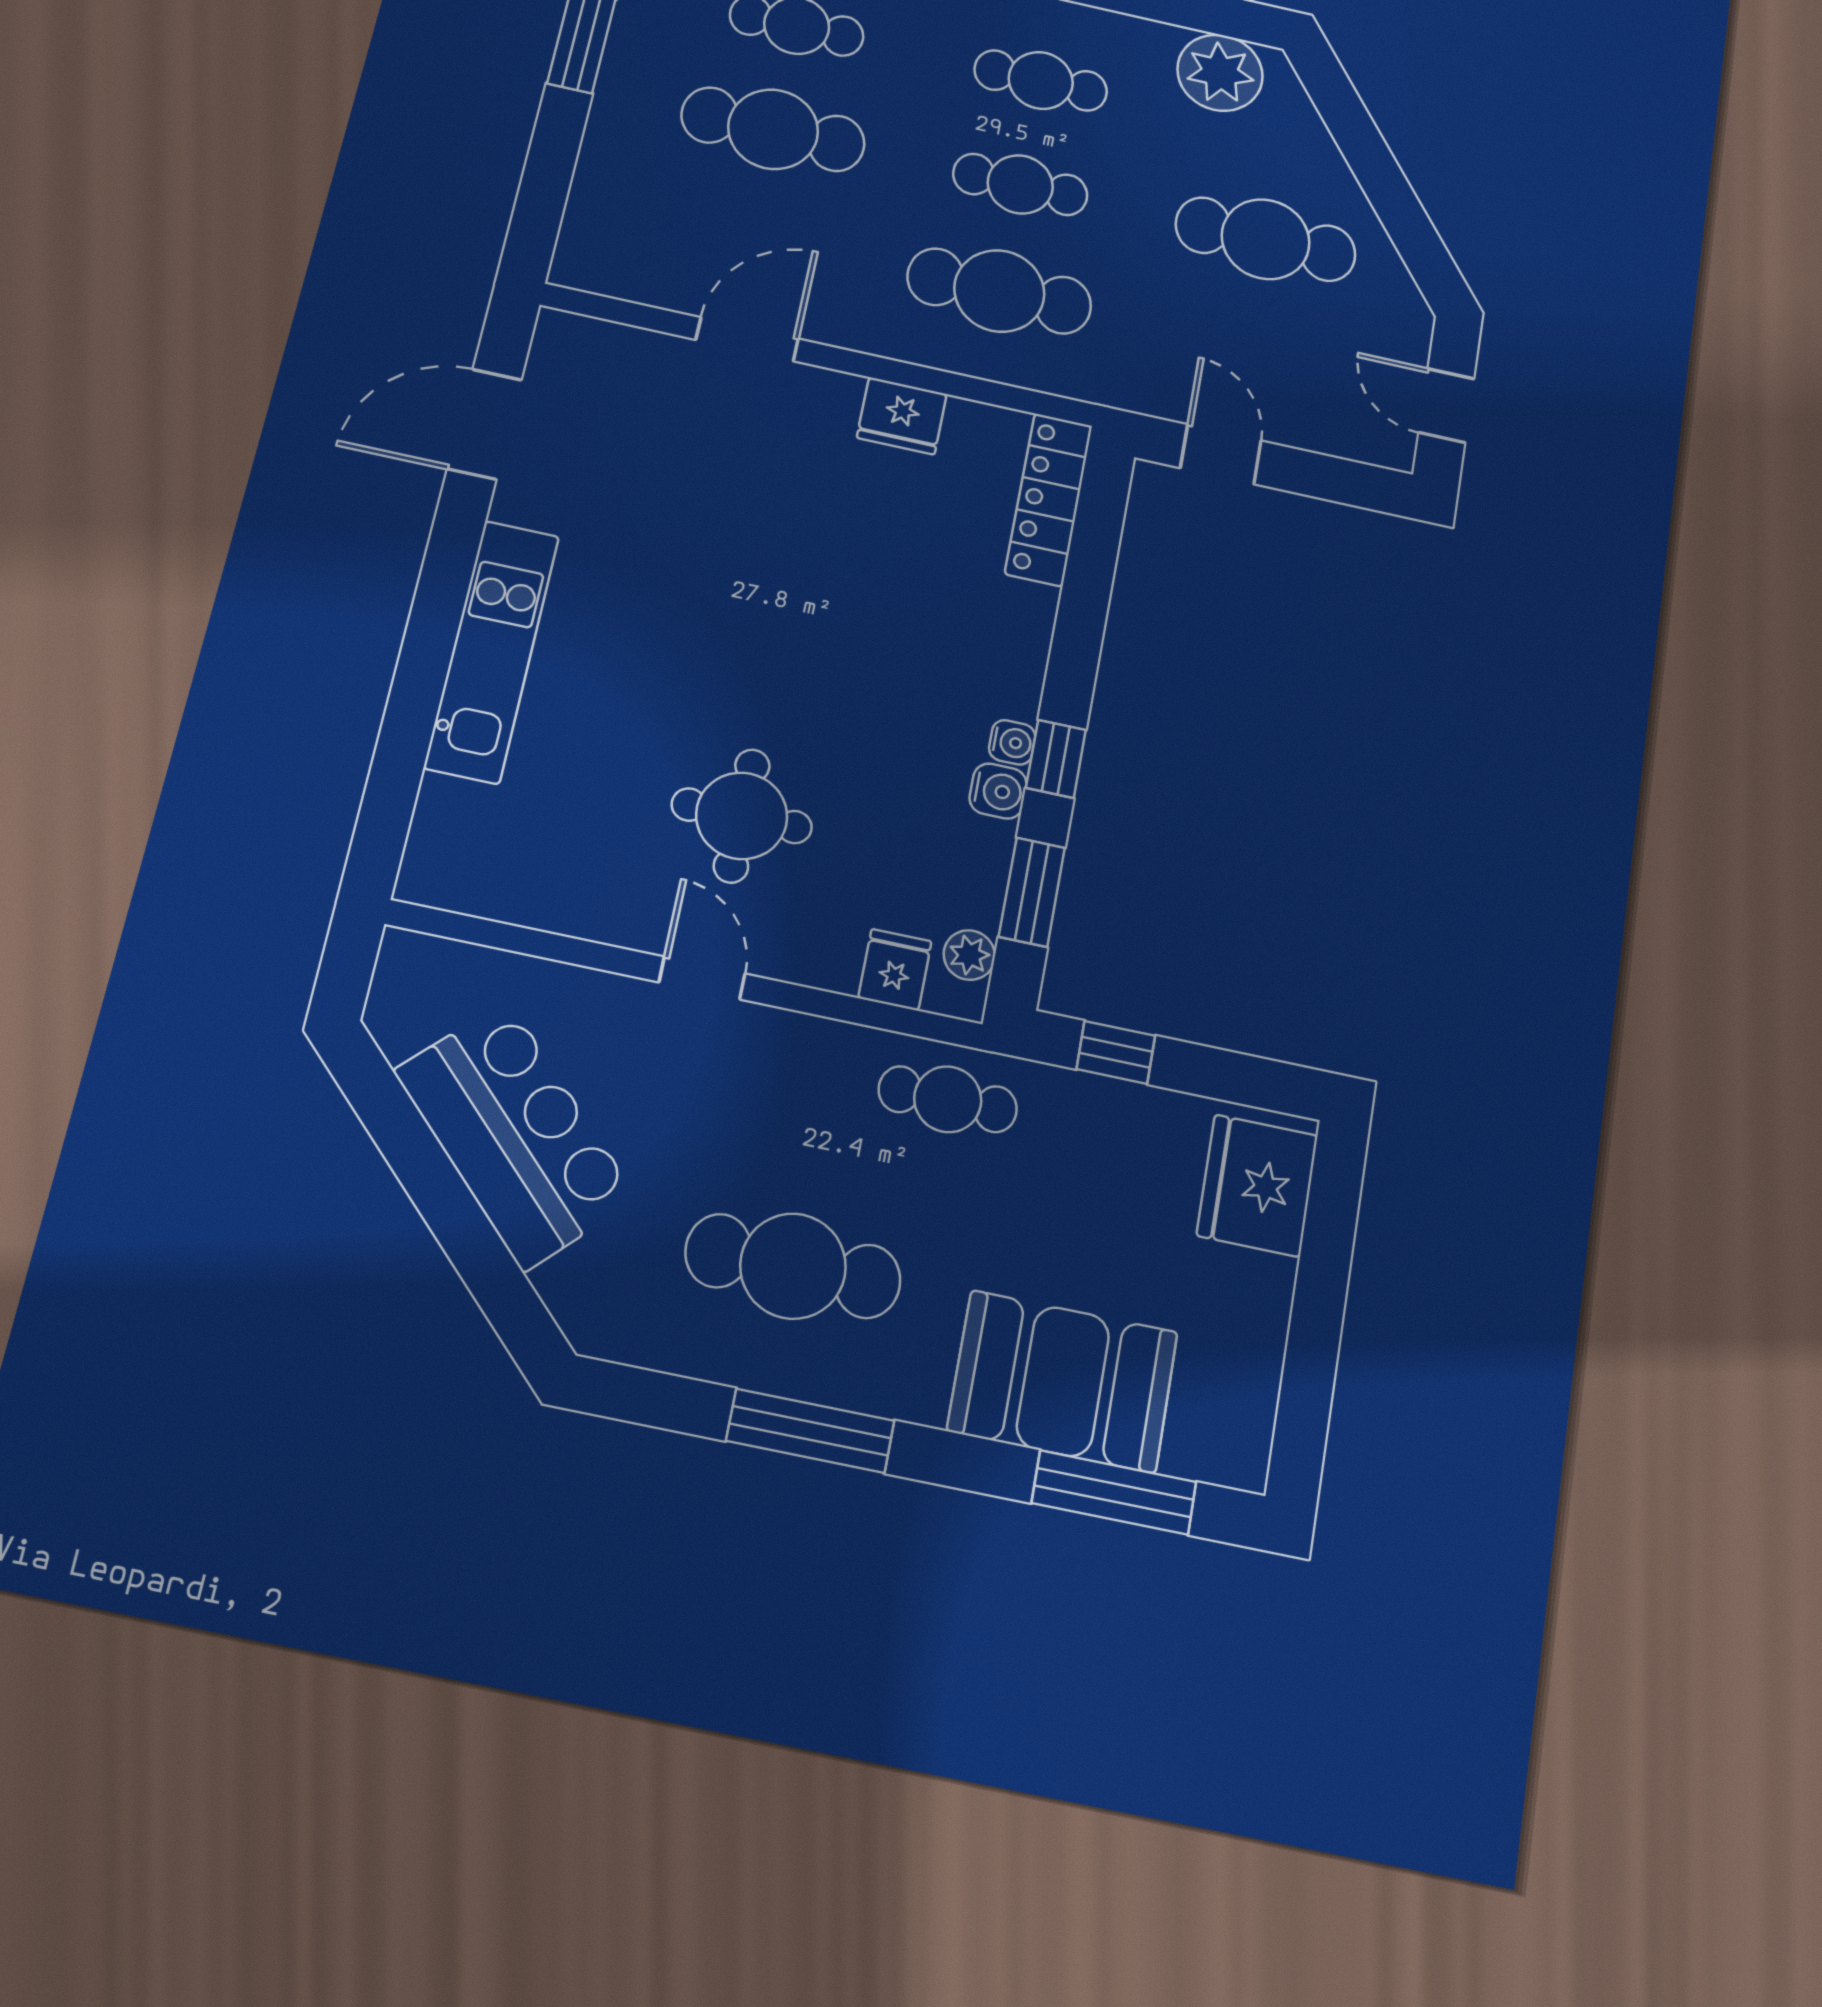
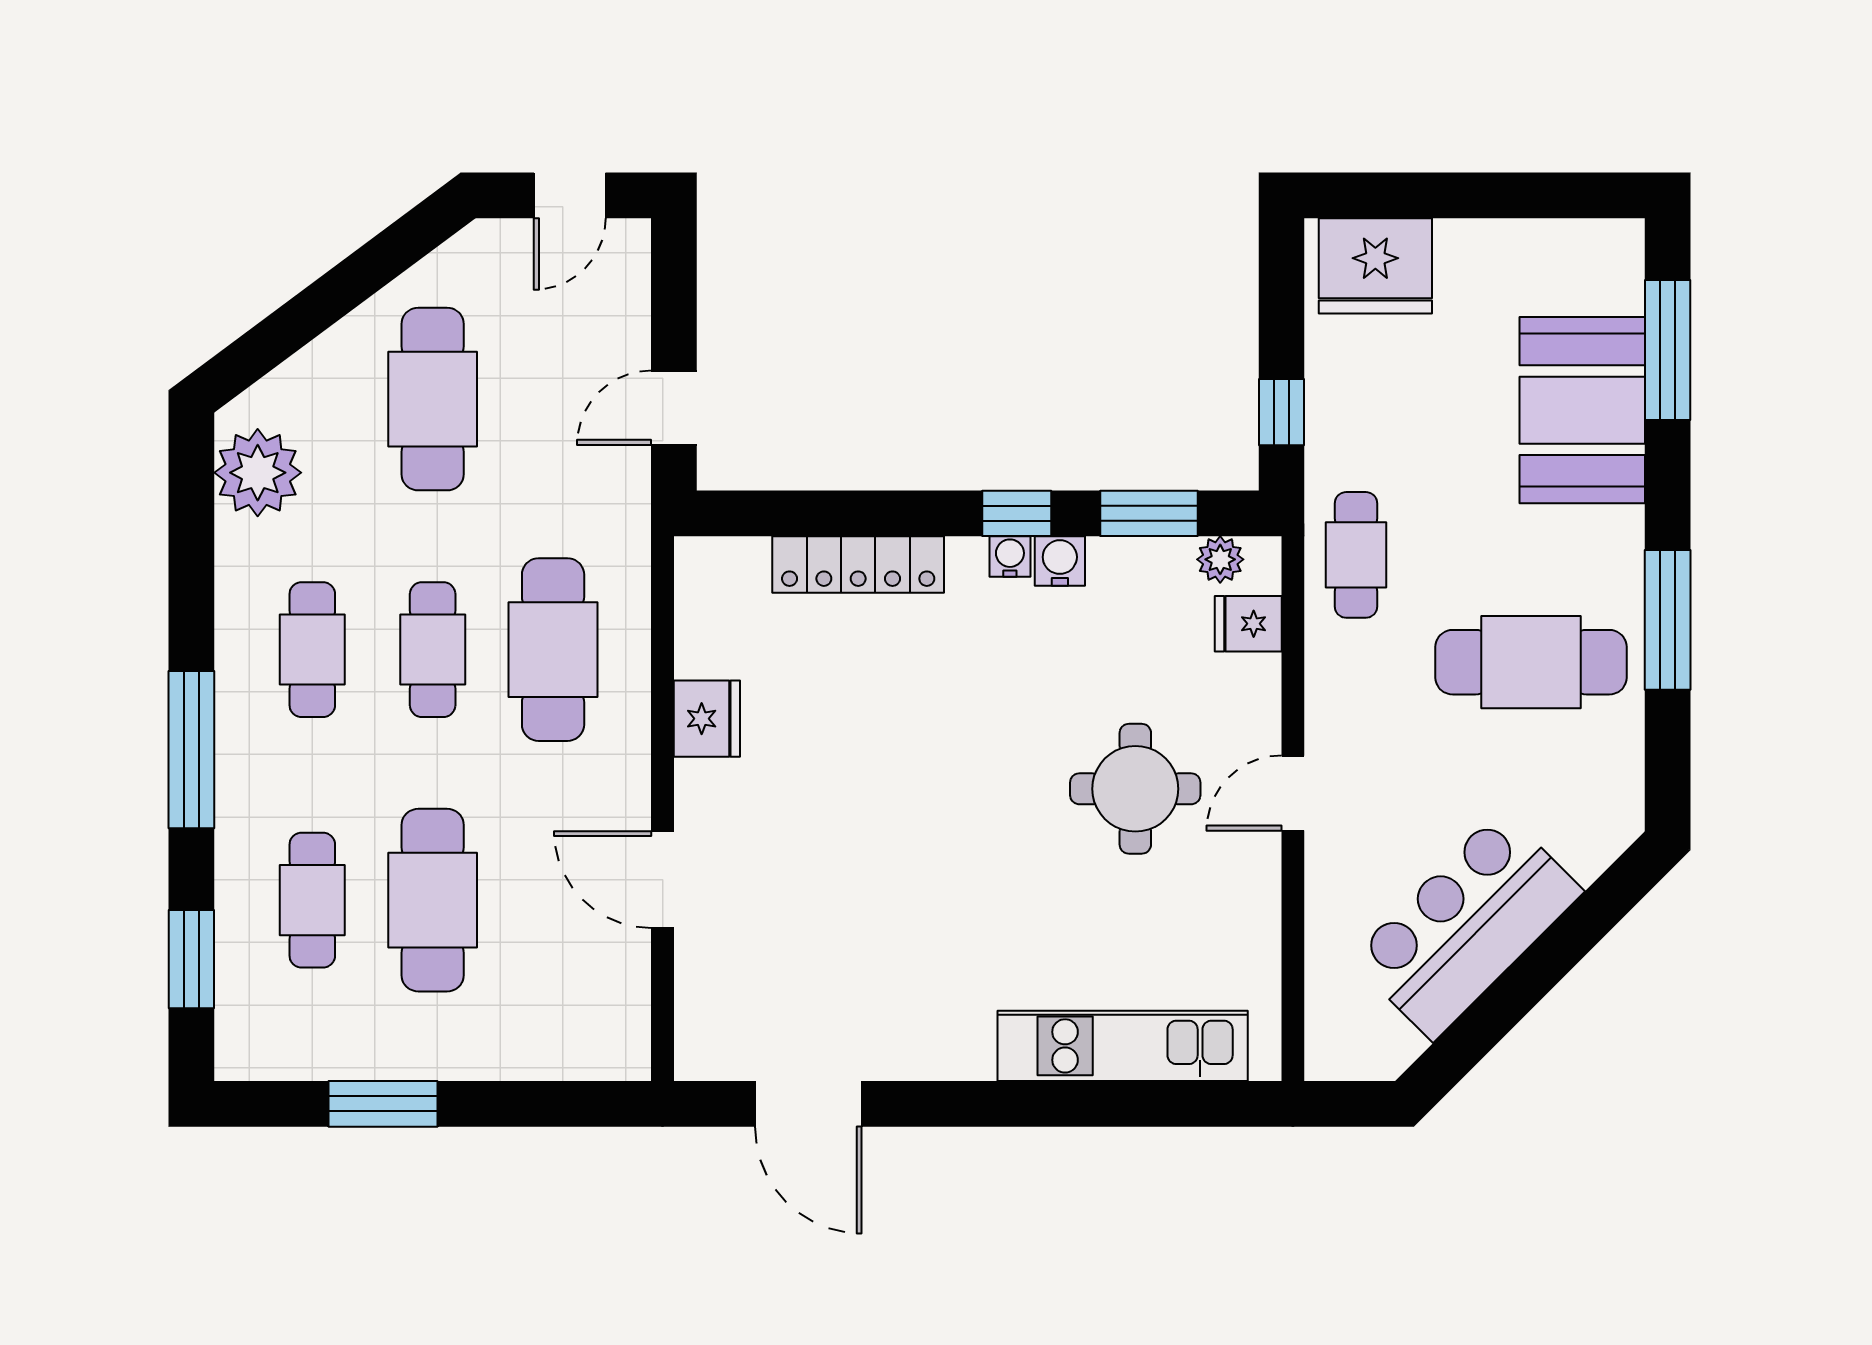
locker: (1049, 499) -> (858, 564), moved
kitchen unit: (492, 651) -> (1123, 1046), moved
cafe table: (793, 1266) -> (1531, 662), turned 90

